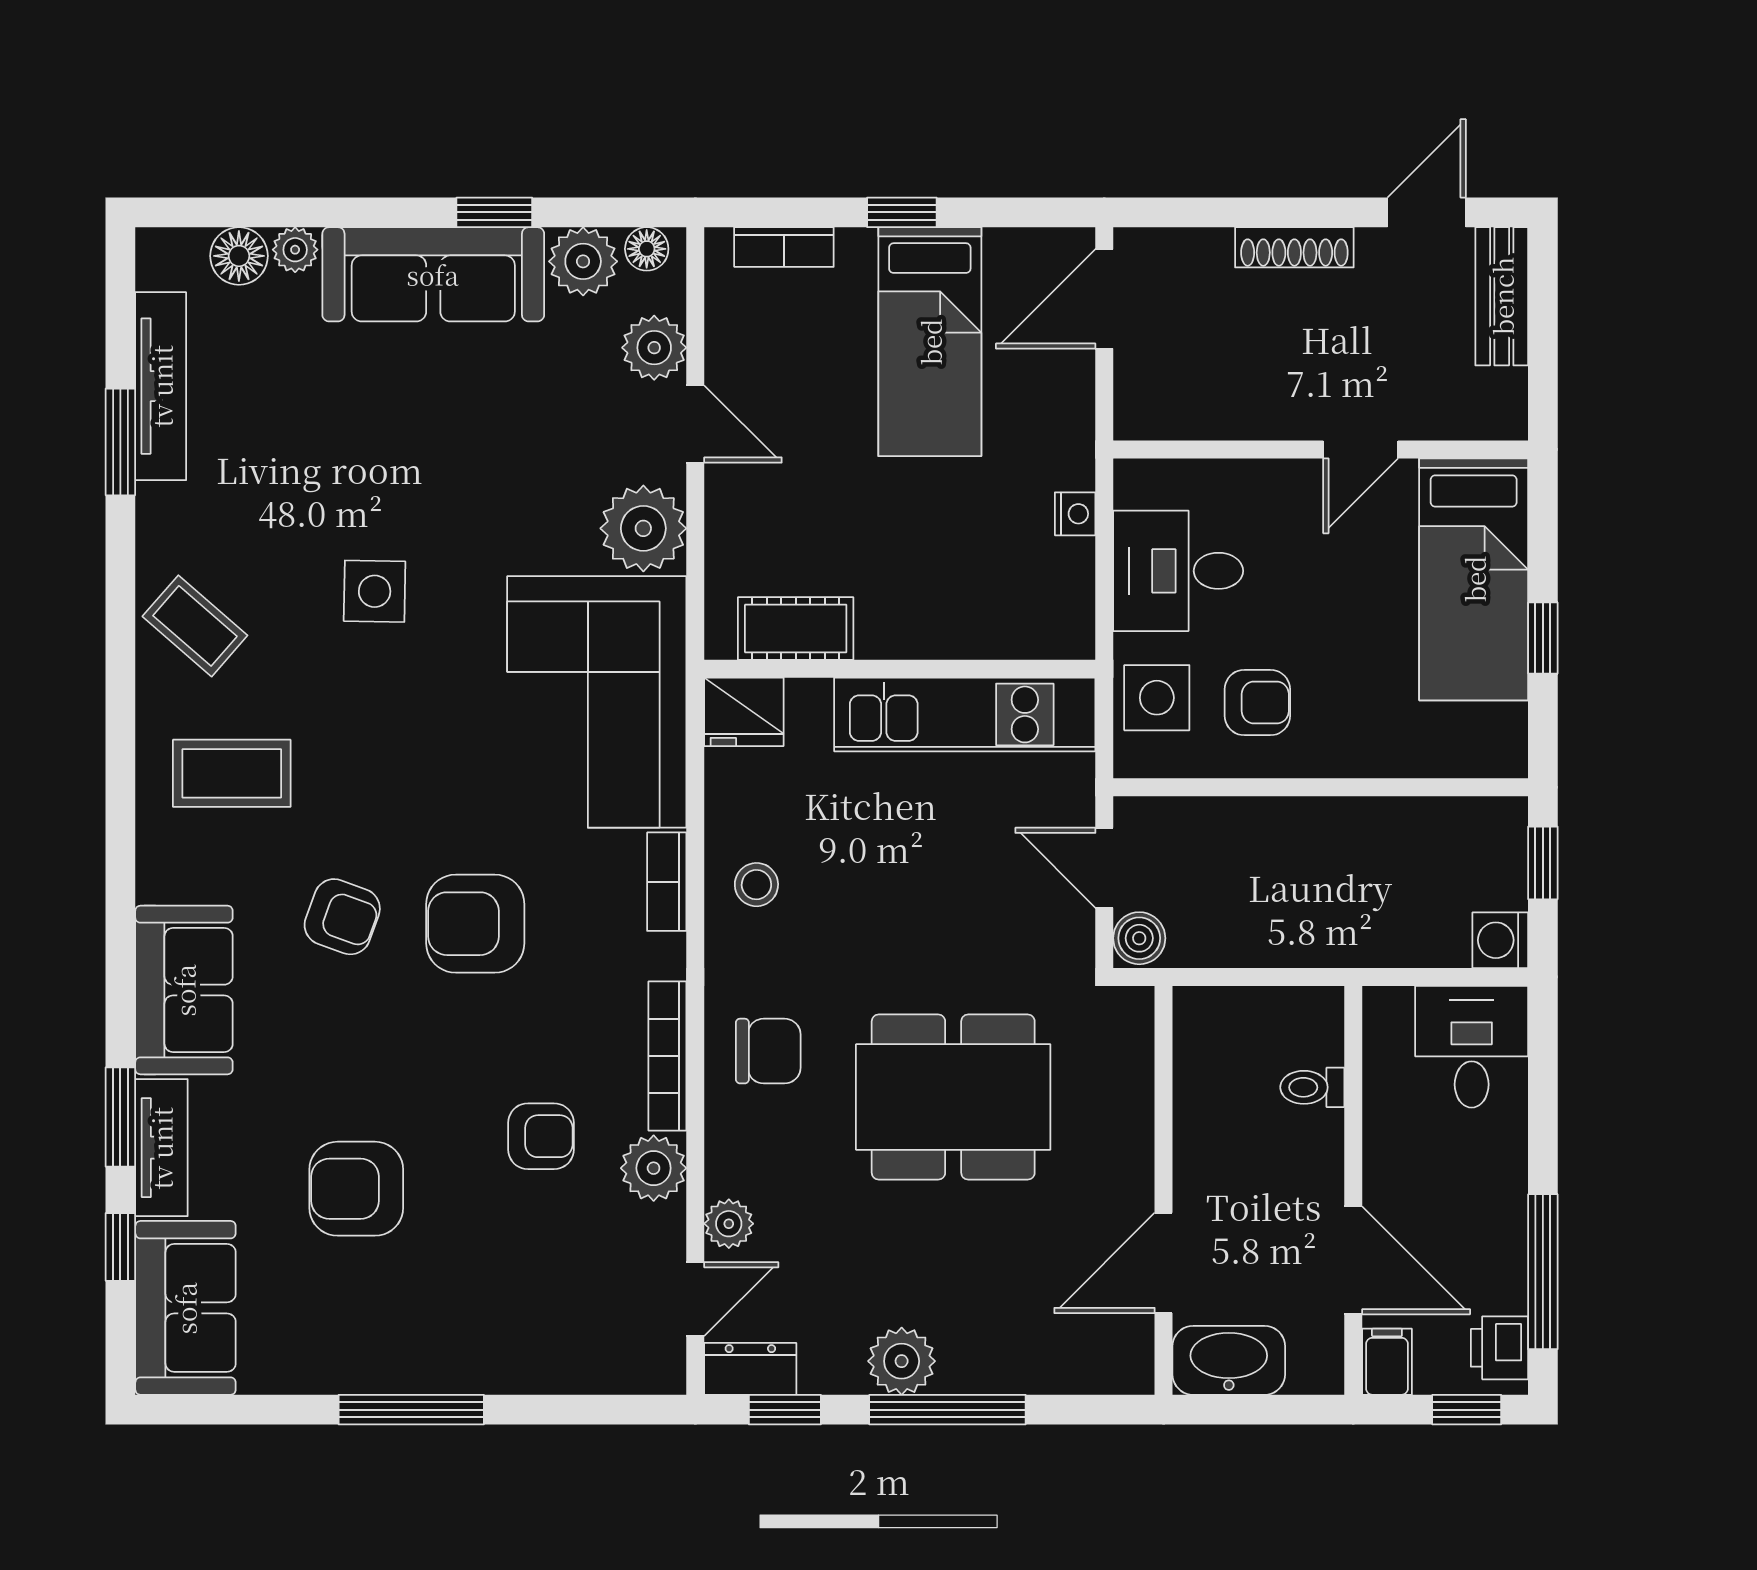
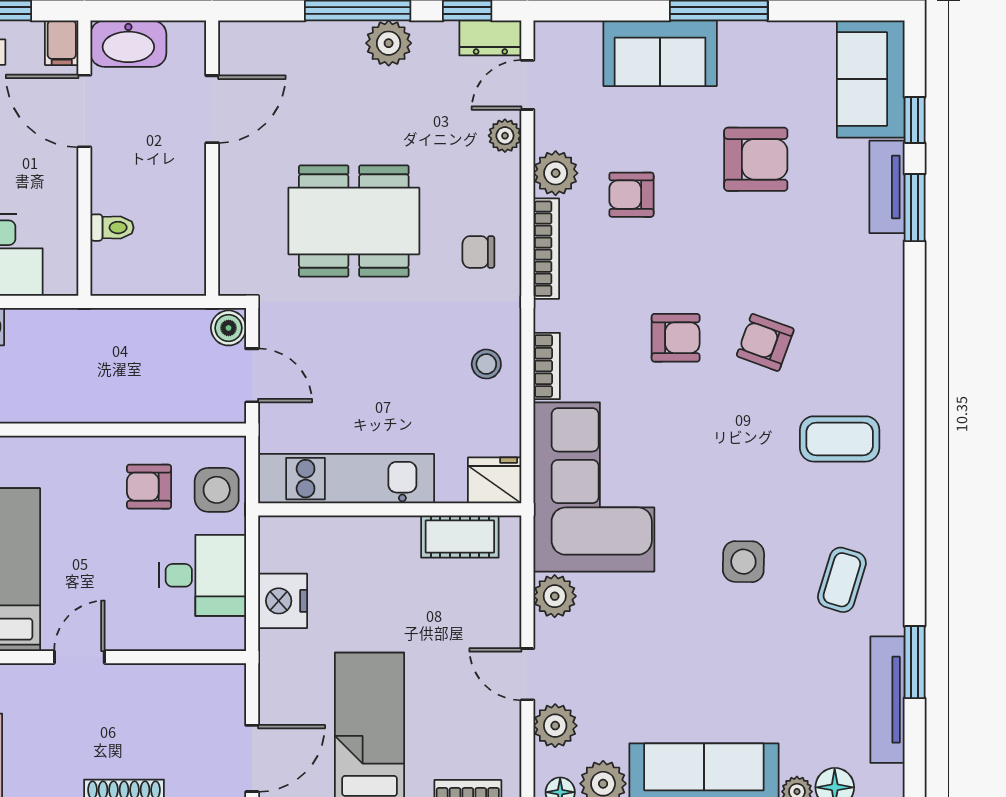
nightstand: (1075, 514) -> (283, 601), width x1.89, depth x1.79
plant: (643, 528) -> (555, 596), width x0.73, depth x0.73
coffee table: (195, 626) -> (842, 580), moved, turned 66
armchair: (475, 924) -> (676, 338), width x0.72, depth x0.72
sofa: (184, 990) -> (660, 53), moved, turned -90
chair: (768, 1051) -> (478, 252), width x0.73, depth x0.73
washbasin: (1229, 1360) -> (128, 44), moved

